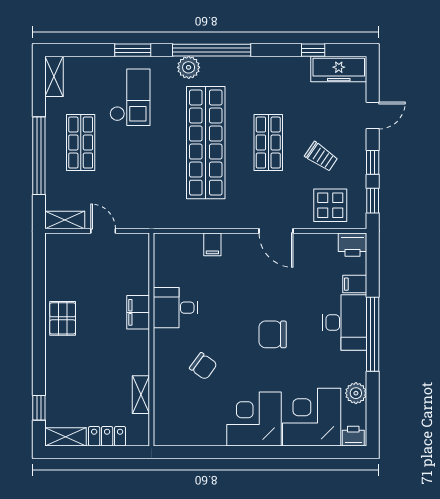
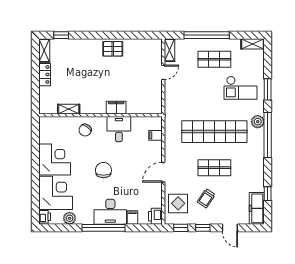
desk: (175, 308) -> (119, 129), moved
filing cabinet: (138, 312) -> (116, 108), moved
wall: (151, 340) -> (100, 115), moved
shelving: (141, 395) -> (69, 109), moved

